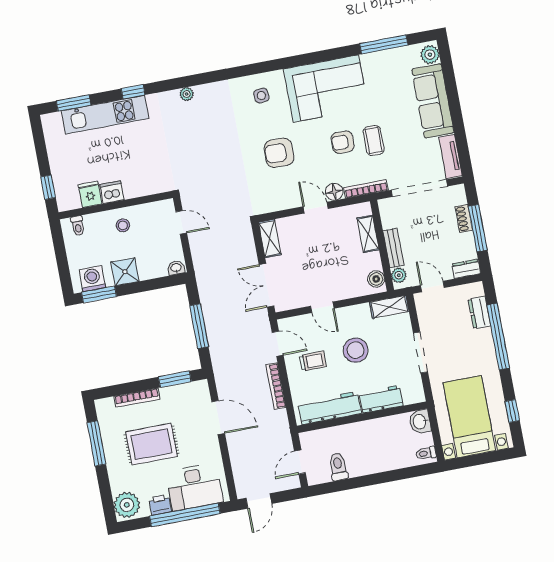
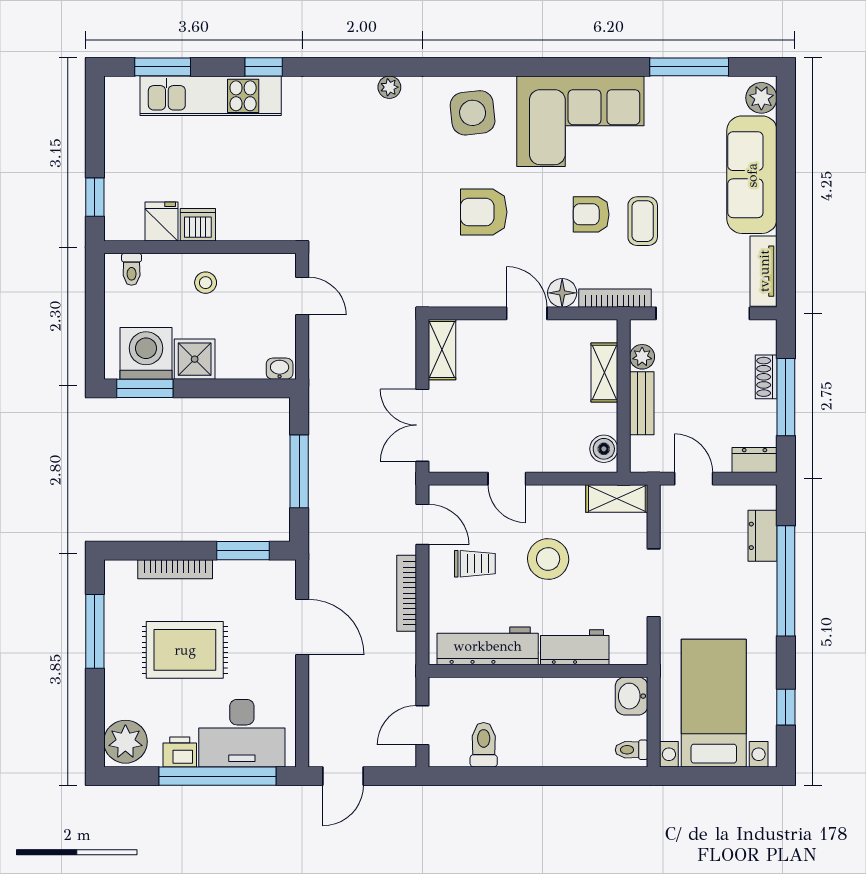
plant: (187, 94) -> (389, 87), moved
side table: (261, 96) -> (473, 113), width x1.87, depth x1.87
plant: (399, 275) -> (642, 357), moved
washing machine: (92, 279) -> (146, 353), width x1.37, depth x1.37

